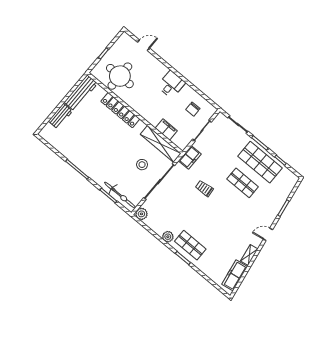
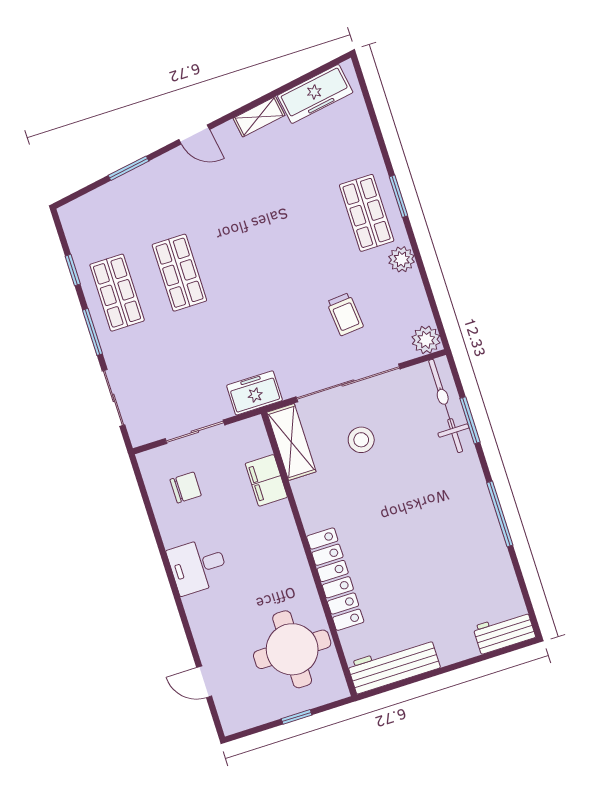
workbench: (60, 116) -> (504, 632), moved
shelving: (161, 144) -> (291, 442), width x0.68
shop shelf: (260, 162) -> (117, 293), width x0.70, depth x0.74
trolley: (204, 188) -> (345, 314), moved

